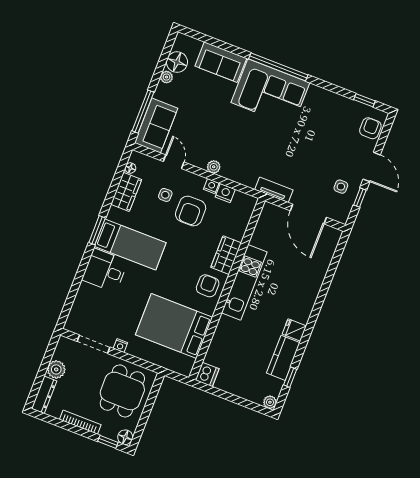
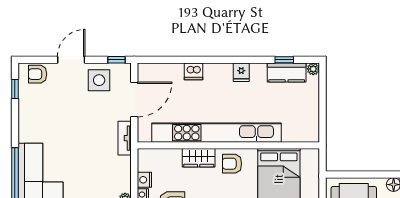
side table: (341, 187) -> (99, 80), width x1.87, depth x1.87
window: (360, 198) -> (116, 60), moved
kitchen unit: (244, 282) -> (216, 133), width x1.86
kitchen counter: (283, 358) -> (287, 72), moved
dishwasher: (207, 374) -> (194, 71), moved, turned 180

